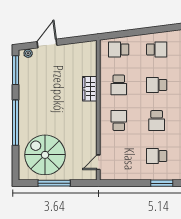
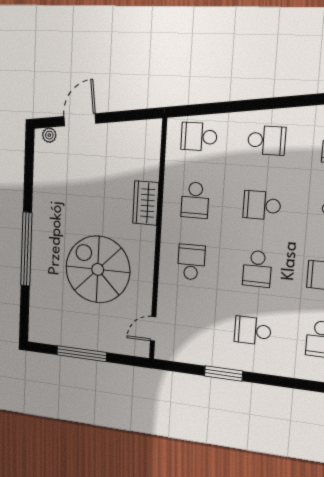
window: (16, 70) -> (29, 162), removed
spiral stairs: (45, 155) -> (98, 269), moved
window: (162, 183) -> (223, 373), moved

